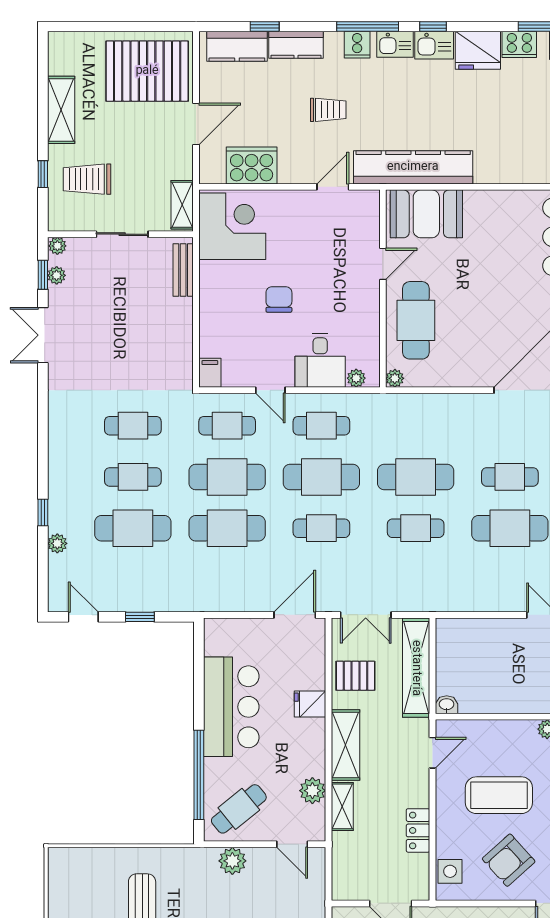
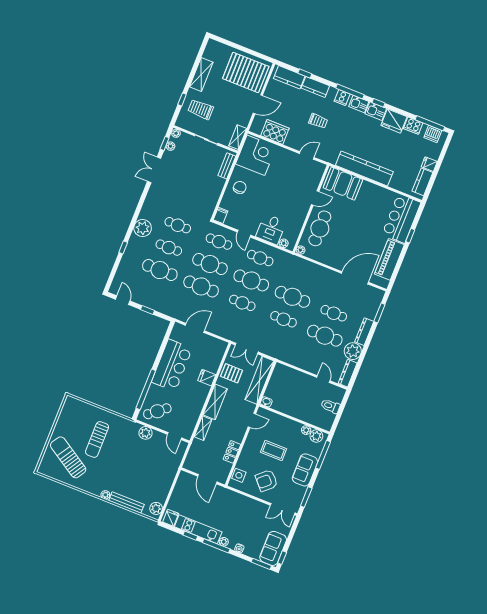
kitchen counter: (413, 167) -> (364, 169), moved
chair: (279, 299) -> (240, 187), moved
plant: (57, 543) -> (143, 228), moved, width x1.87, depth x1.87
door: (295, 615) -> (195, 328), moved
plant: (312, 791) -> (193, 416), removed
coffee table: (499, 795) -> (274, 451), width x0.73, depth x0.76

